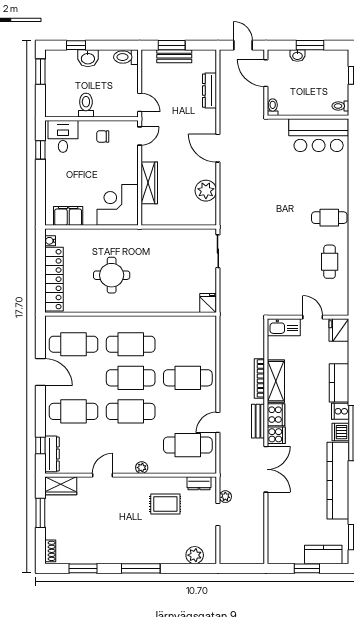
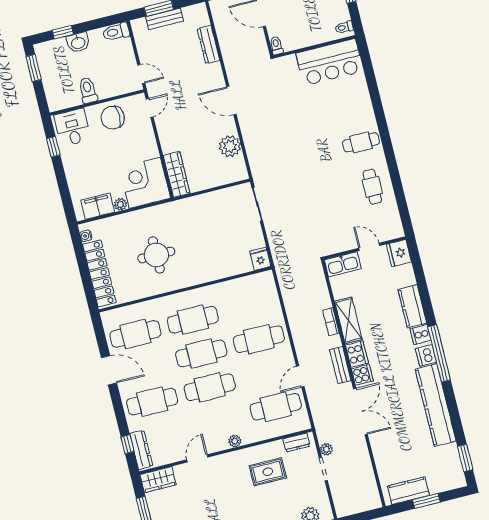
chair: (103, 136) -> (113, 118), width x1.87, depth x1.87
wardrobe: (149, 183) -> (177, 174), moved
plant: (90, 219) -> (120, 204), added
bookcase: (259, 378) -> (331, 322), width x0.64
kitchen counter: (323, 554) -> (408, 491), moved

